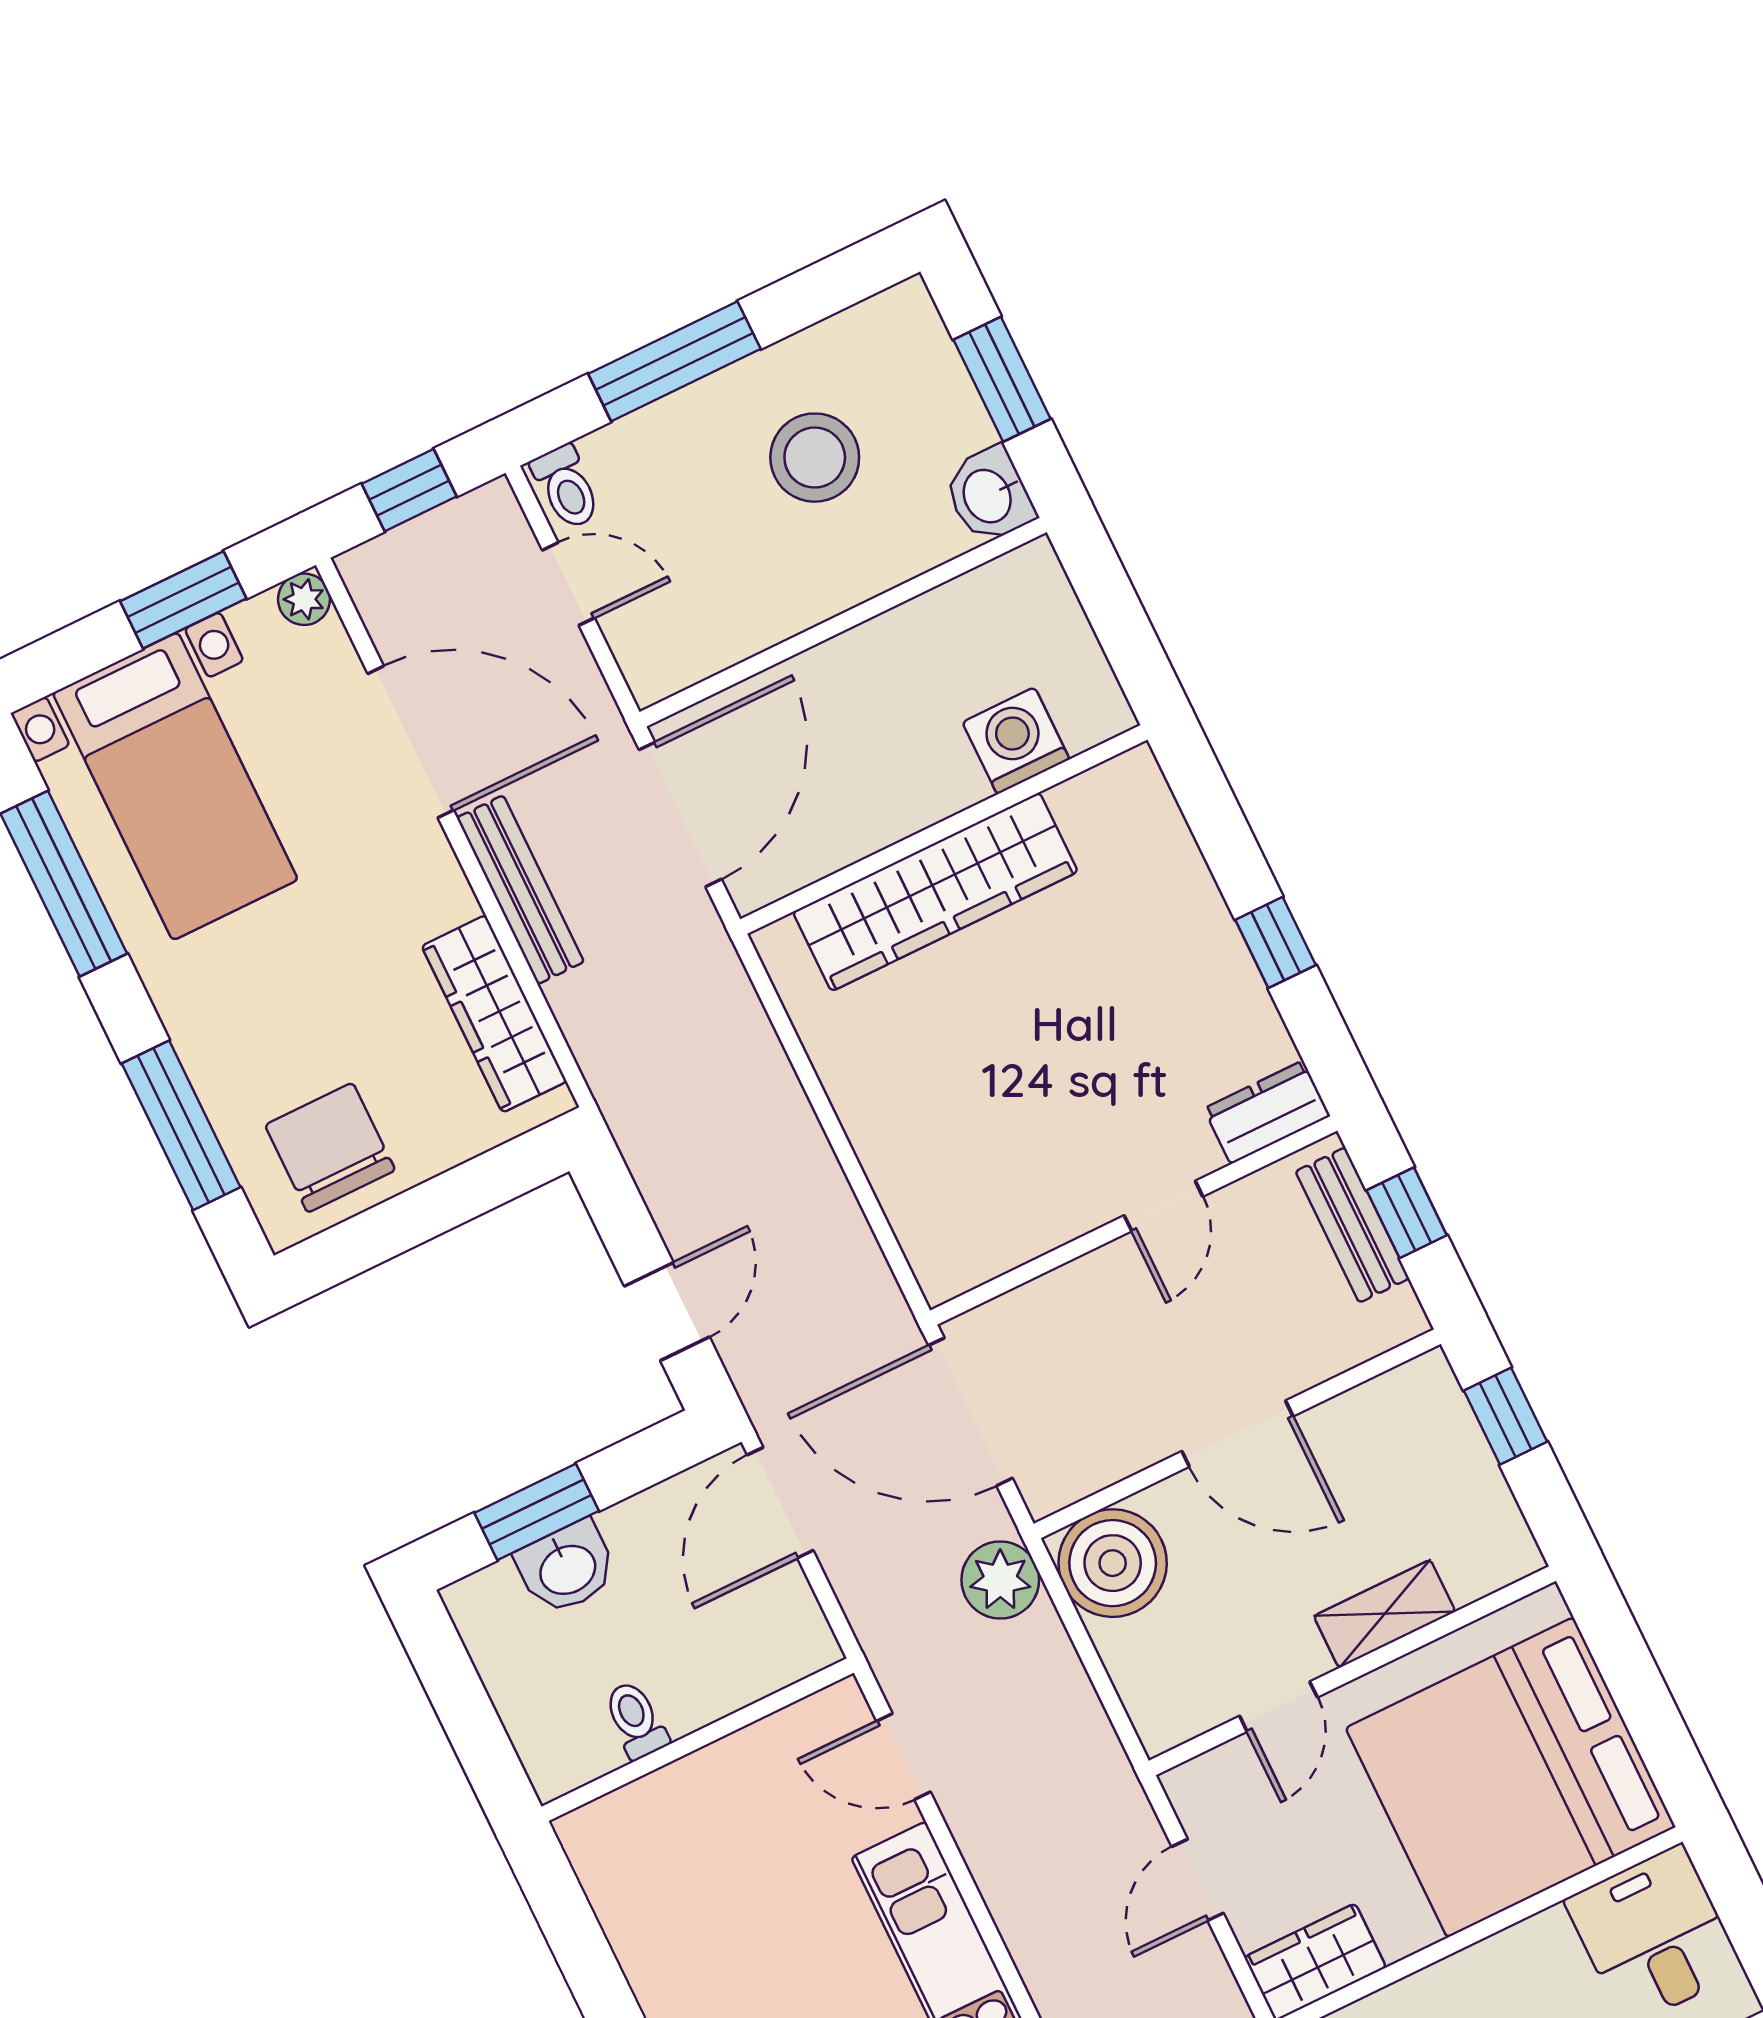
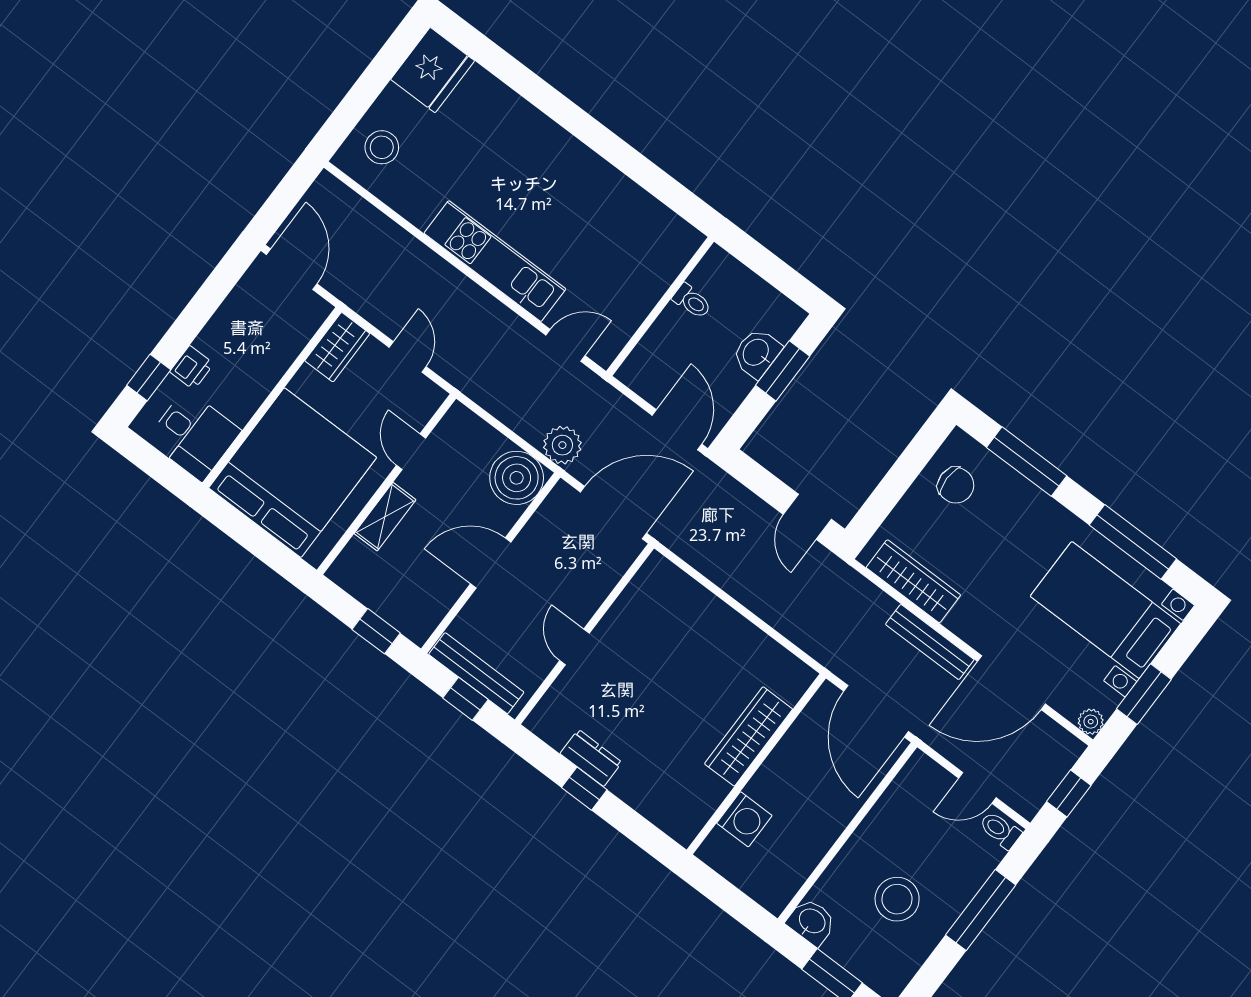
wardrobe: (935, 892) -> (749, 736), width x0.71, depth x0.85
dresser: (1267, 1112) -> (591, 758), moved, turned -90
chair: (330, 1148) -> (956, 485), width x0.73, depth x0.73
bench: (1352, 1225) -> (476, 673), width x1.36
door: (667, 1312) -> (807, 517), moved

